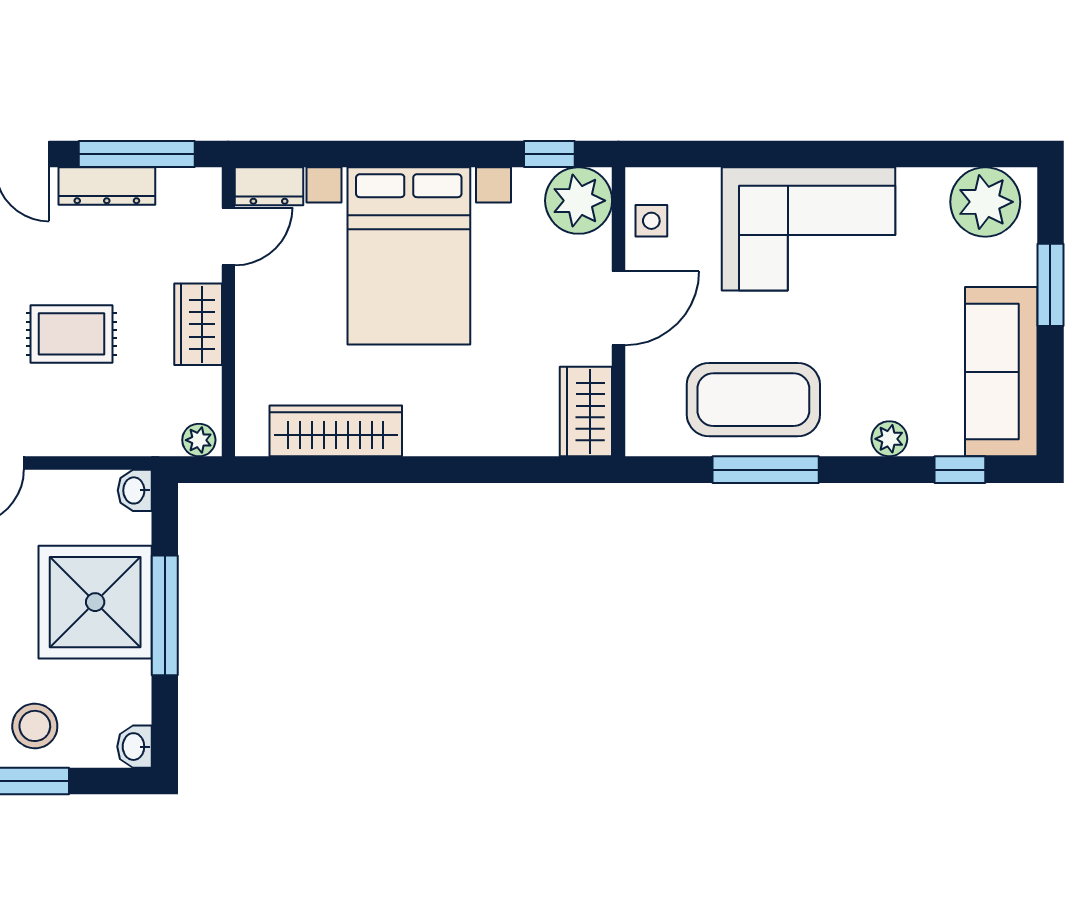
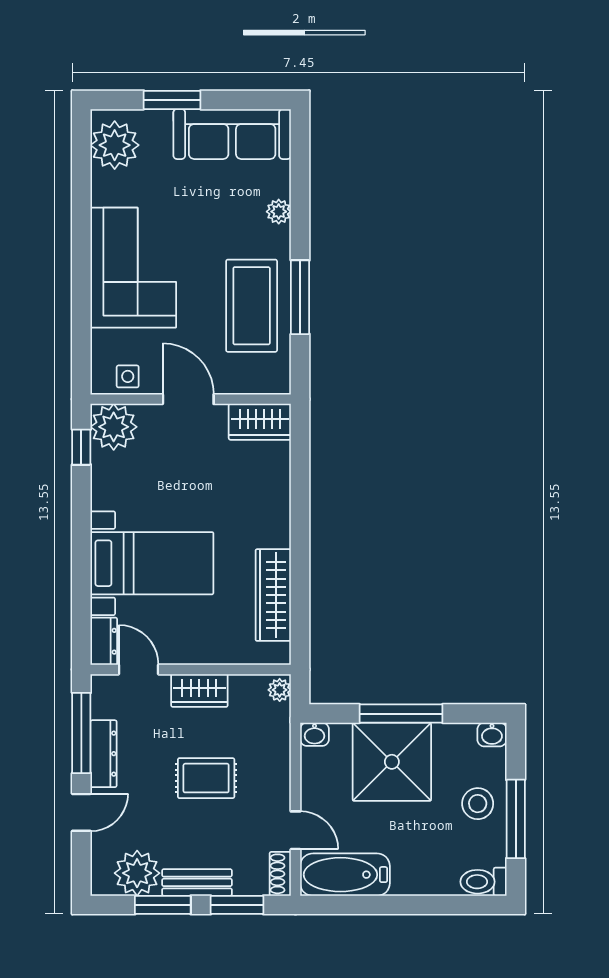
bed with nightstands: (409, 256) -> (152, 563), width x0.73
rug: (72, 334) -> (206, 778), turned 90
window: (960, 470) -> (300, 163), removed

